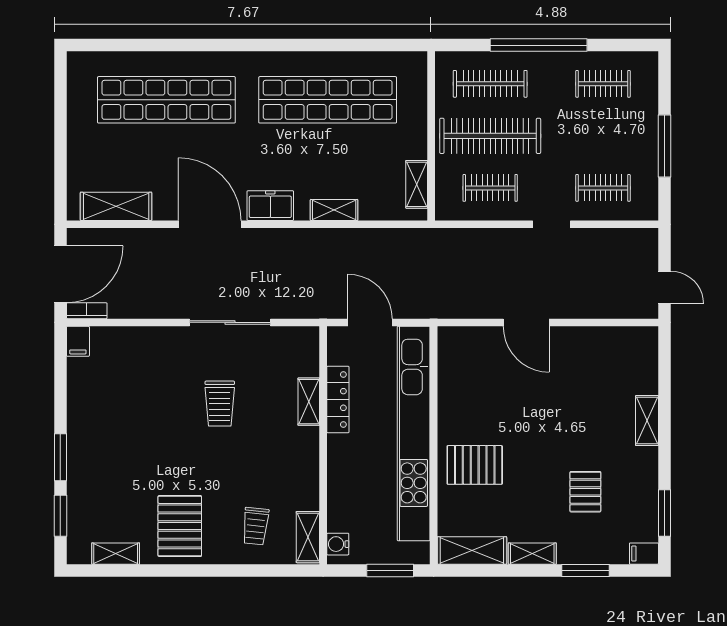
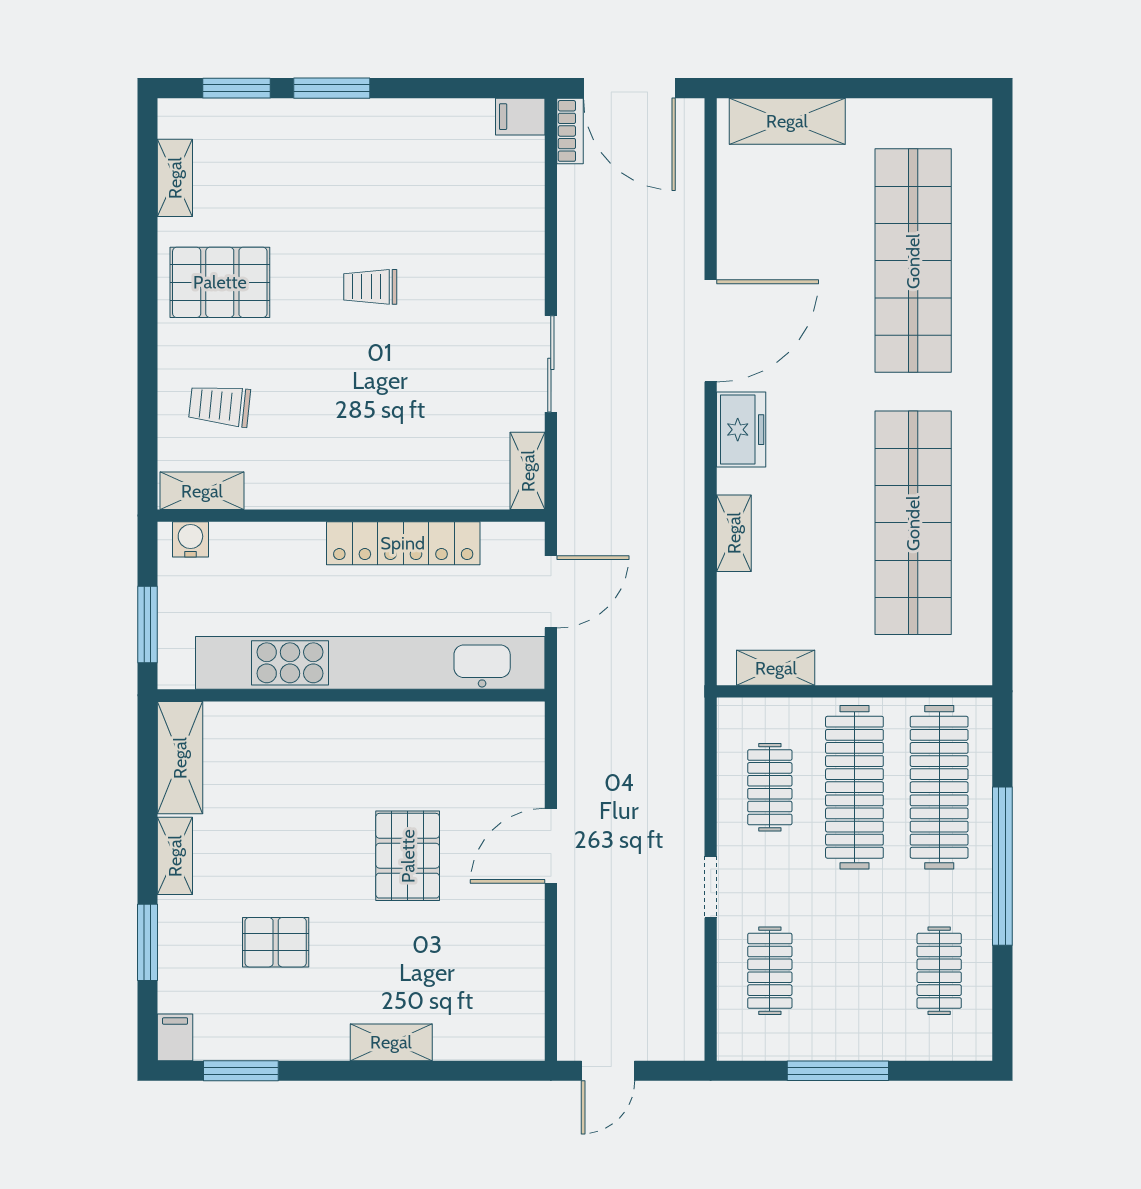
clothes rail: (490, 84) -> (939, 787), width x1.37, depth x1.31
shelving: (116, 206) -> (787, 121), moved, turned 90
sliding door: (230, 322) -> (551, 364), width x0.73
locker: (338, 399) -> (403, 543), width x1.41, depth x1.21
shelving: (309, 402) -> (528, 471), moved, turned 90
trolley: (220, 404) -> (370, 287), moved, width x0.73, depth x0.72
pallet: (475, 465) -> (408, 856), moved

